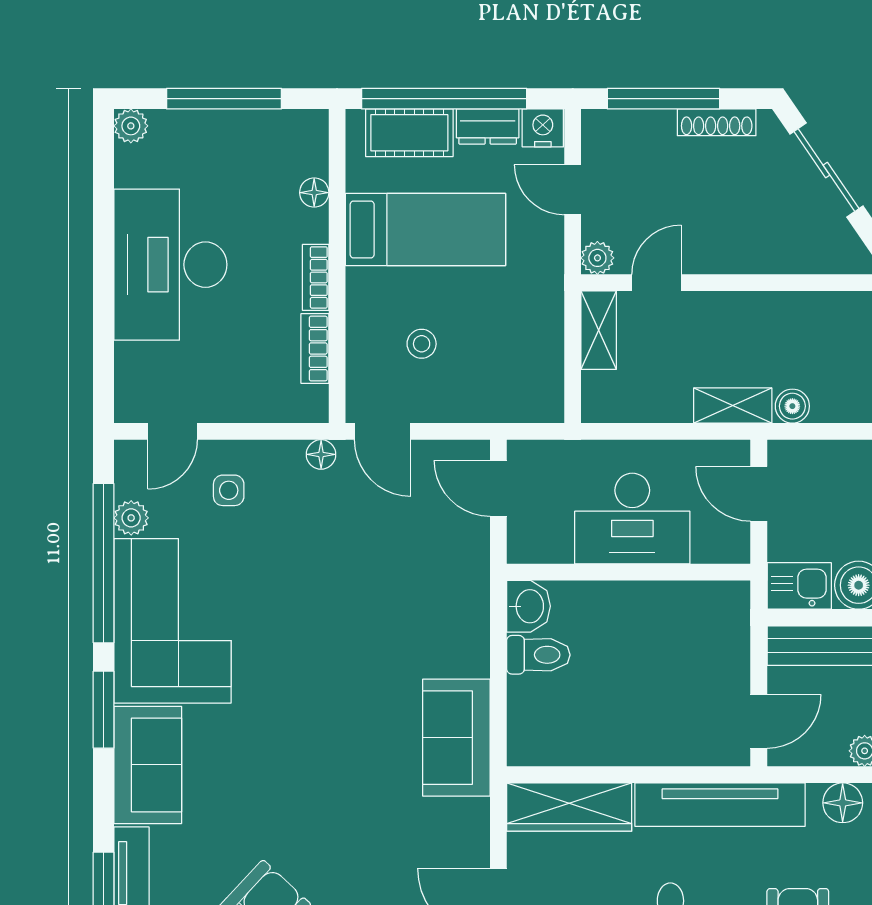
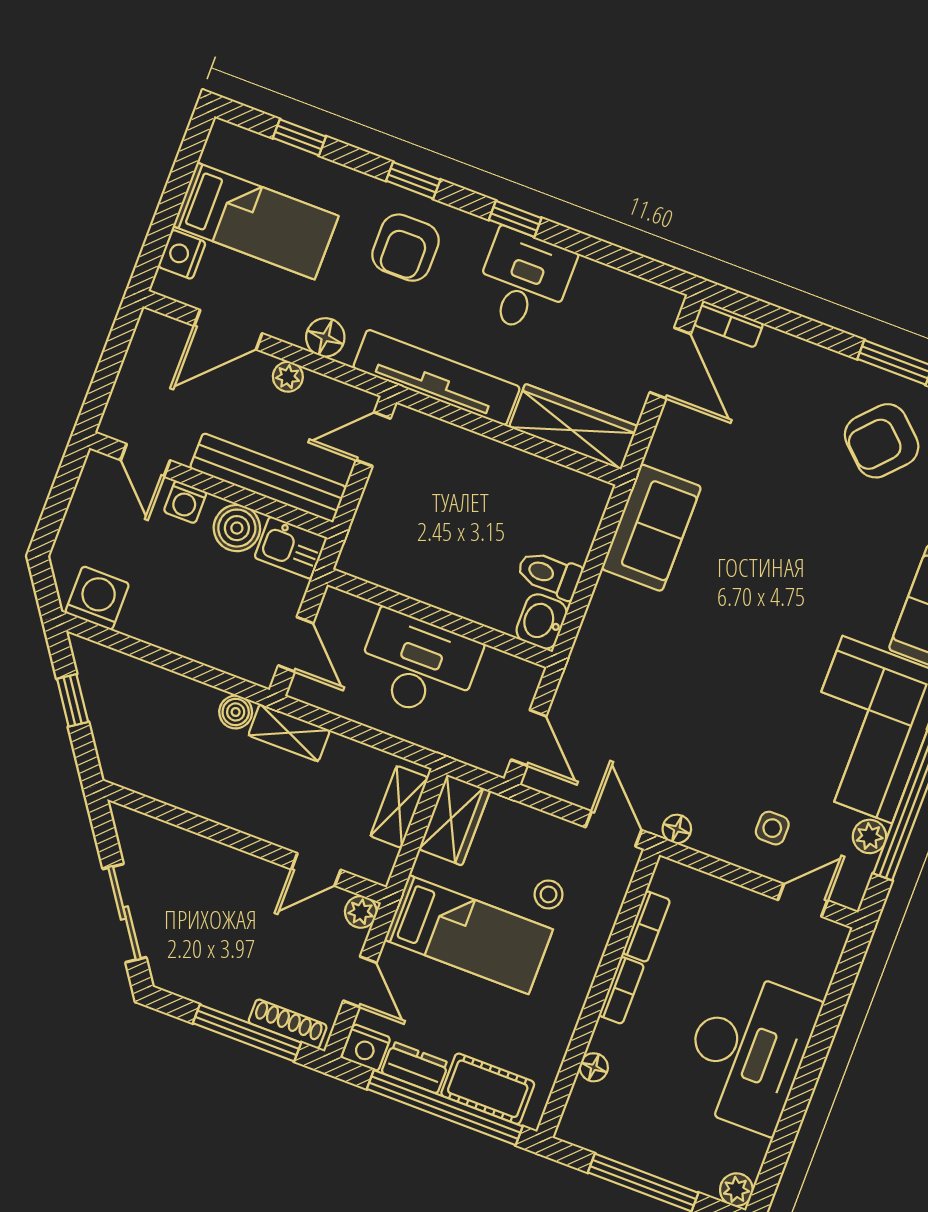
shoe rack: (717, 122) -> (288, 1024), moved
bed: (425, 230) -> (469, 935), moved, turned 180
shelving: (599, 330) -> (399, 807), moved
wardrobe: (540, 382) -> (454, 820), added

